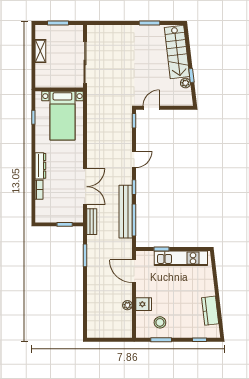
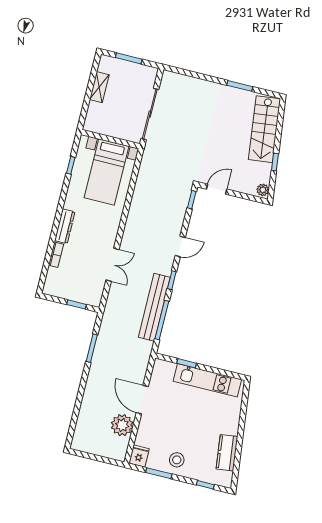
plant: (185, 83) -> (263, 190), moved
double door: (85, 187) -> (112, 265), width x0.73
bench: (92, 222) -> (110, 309), removed
door: (134, 271) -> (142, 400), moved
fridge: (144, 304) -> (139, 456), moved, turned -90
plant: (127, 305) -> (122, 425), width x1.88, depth x1.88
stool: (160, 322) -> (177, 460), moved

